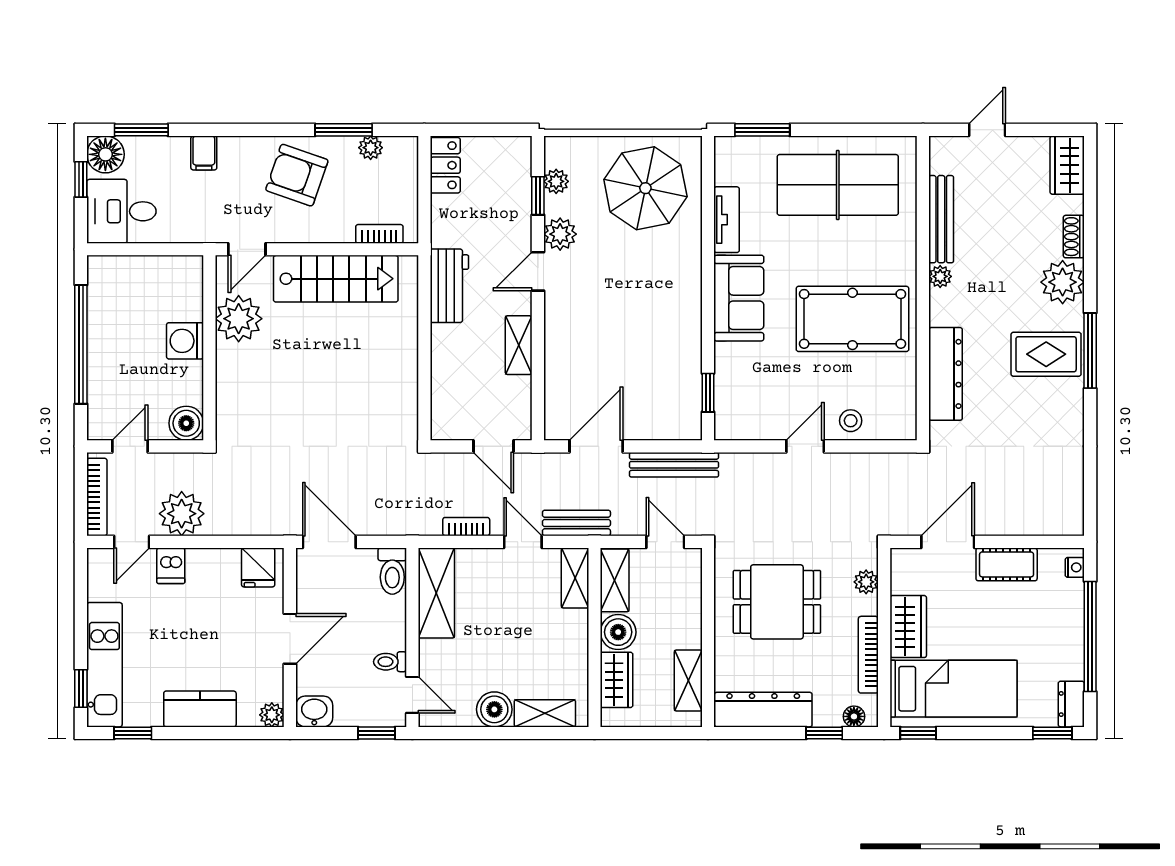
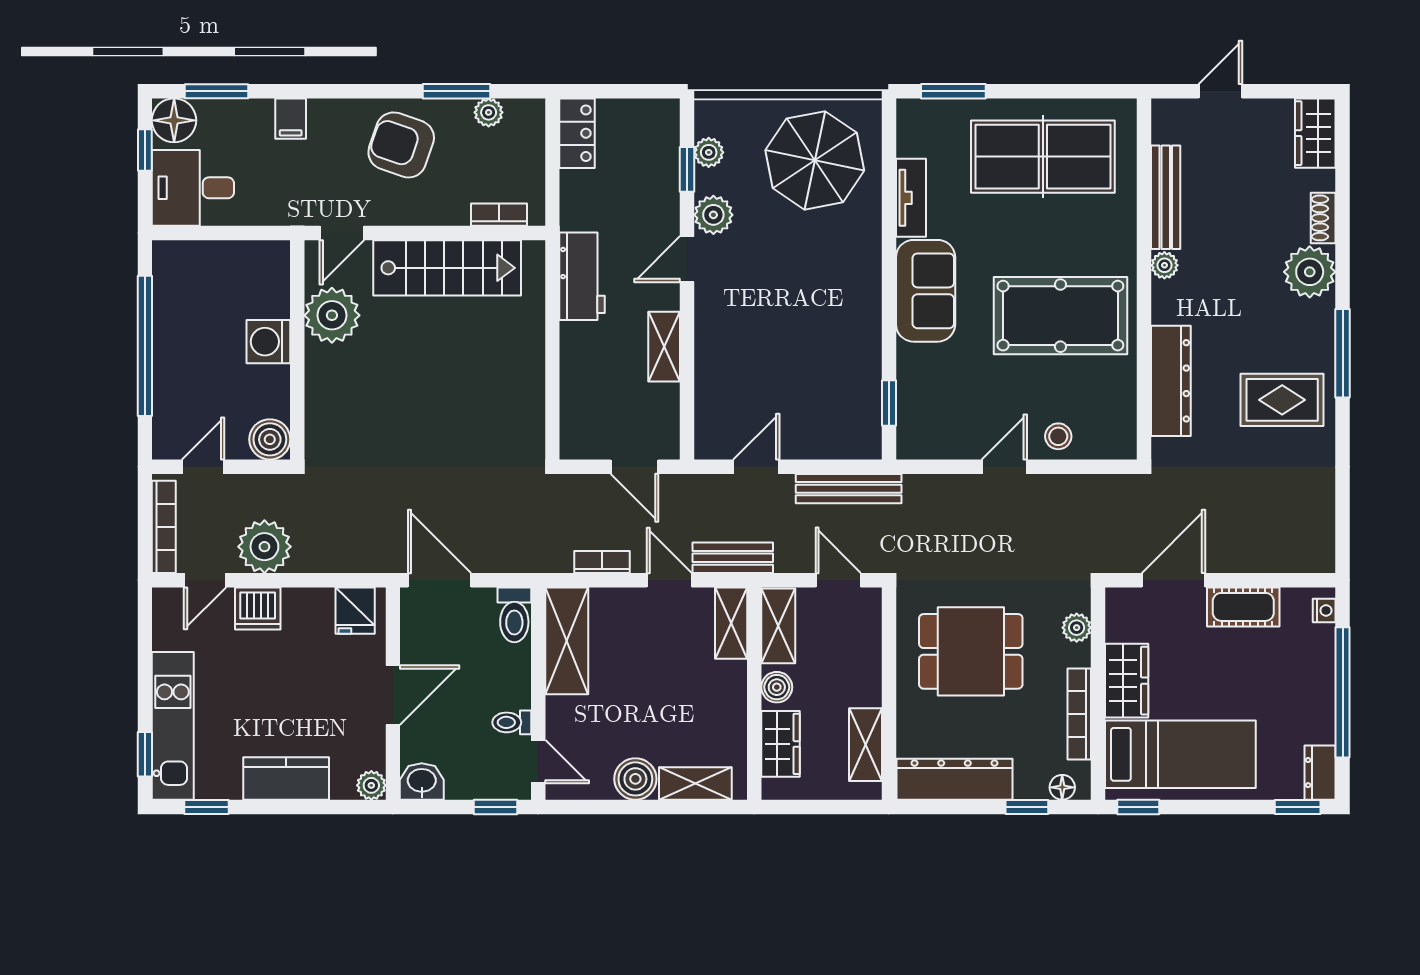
rug: (1046, 354) -> (1282, 400), moved
door: (596, 446) -> (756, 467), width x0.73
dishwasher: (171, 566) -> (258, 608), width x1.38
boiler: (618, 632) -> (777, 687), width x0.73, depth x0.73

